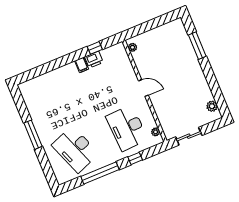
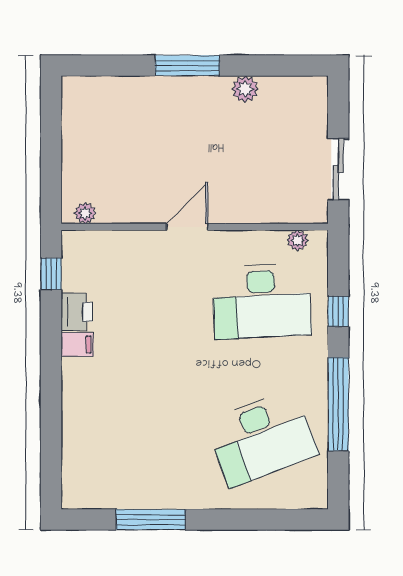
window: (197, 46) -> (187, 66), moved
window: (95, 48) -> (51, 274), moved
plant: (212, 106) -> (245, 89), moved
window: (33, 135) -> (151, 520), moved

